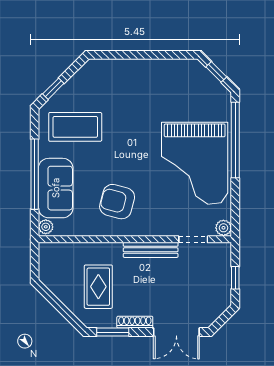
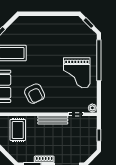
grand piano: (195, 163) -> (77, 73), width x0.73, depth x0.68
armchair: (117, 202) -> (35, 94), turned -131
rug: (98, 287) -> (18, 130), moved

